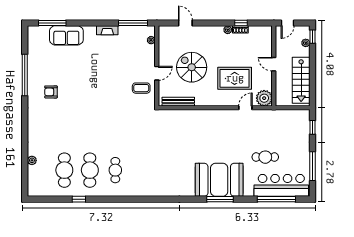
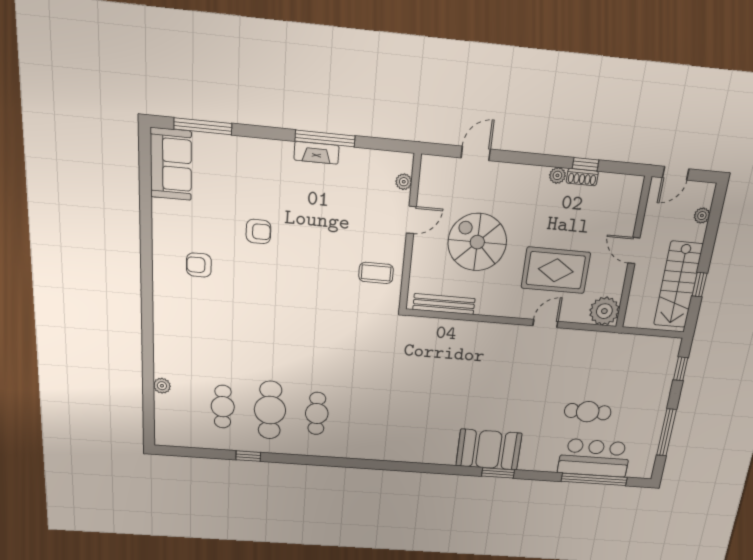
window: (133, 23) -> (325, 138), moved
door: (185, 23) -> (476, 153), hinge flipped
sofa: (66, 35) -> (171, 164), moved, turned -90
window: (313, 37) -> (699, 285), moved
armchair: (80, 72) -> (258, 232), added
door: (157, 73) -> (411, 220), moved
window: (25, 75) -> (146, 228), removed
door: (245, 108) -> (545, 324), moved
cafe table: (64, 170) -> (223, 407), width x0.73, depth x0.74
booth: (219, 180) -> (489, 450), width x0.73, depth x0.70
bar counter: (281, 185) -> (594, 458), width x0.73
window: (220, 199) -> (498, 473), width x0.69

